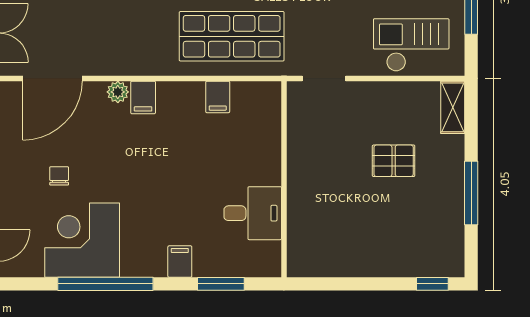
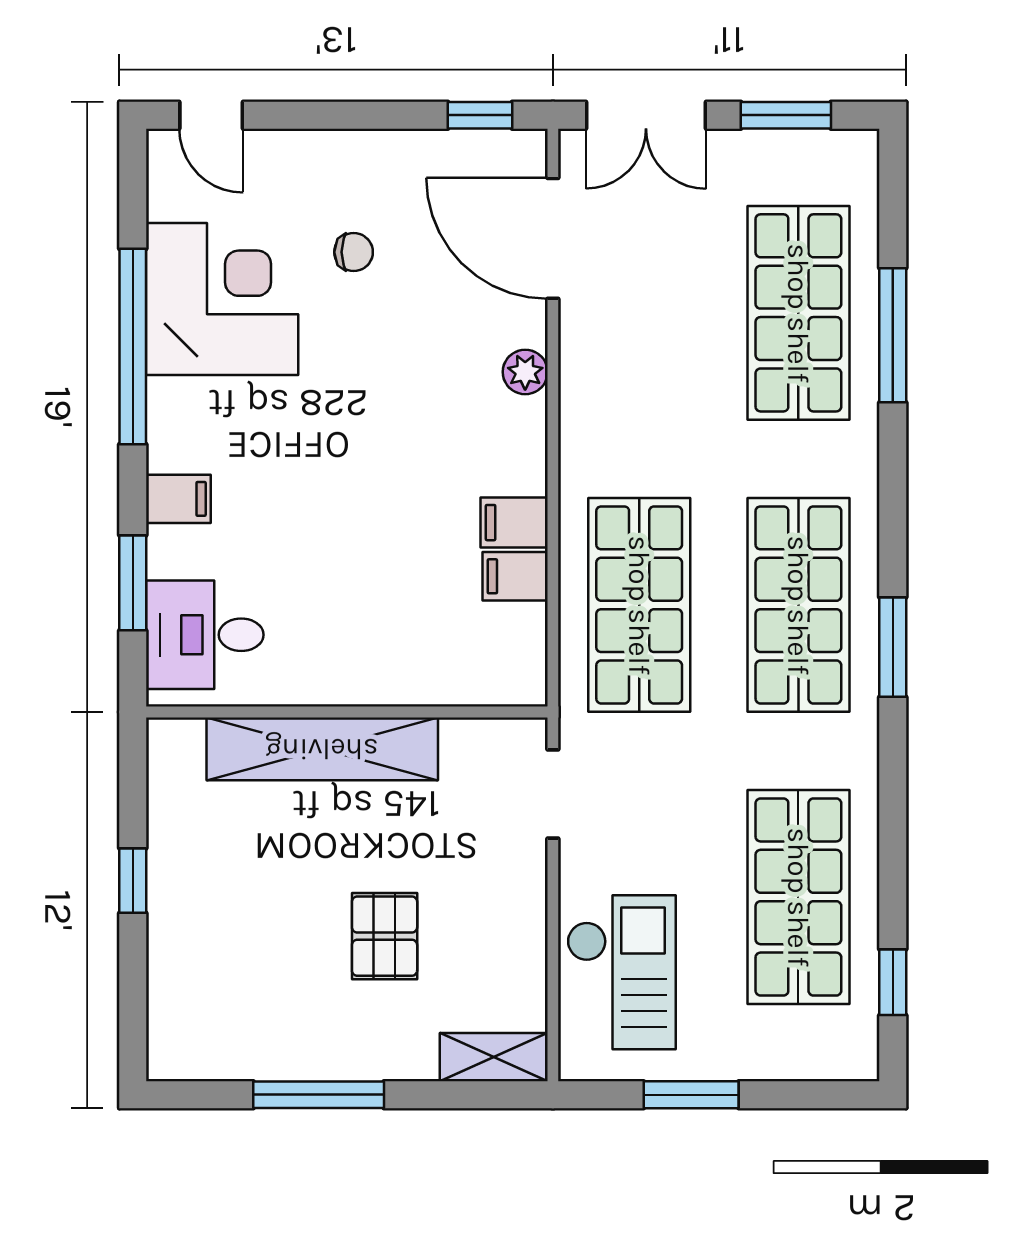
filing cabinet: (143, 97) -> (514, 523), moved
shelving: (302, 191) -> (322, 749), added
desk: (253, 213) -> (205, 635), moved, turned 90
window: (432, 284) -> (133, 881), moved

